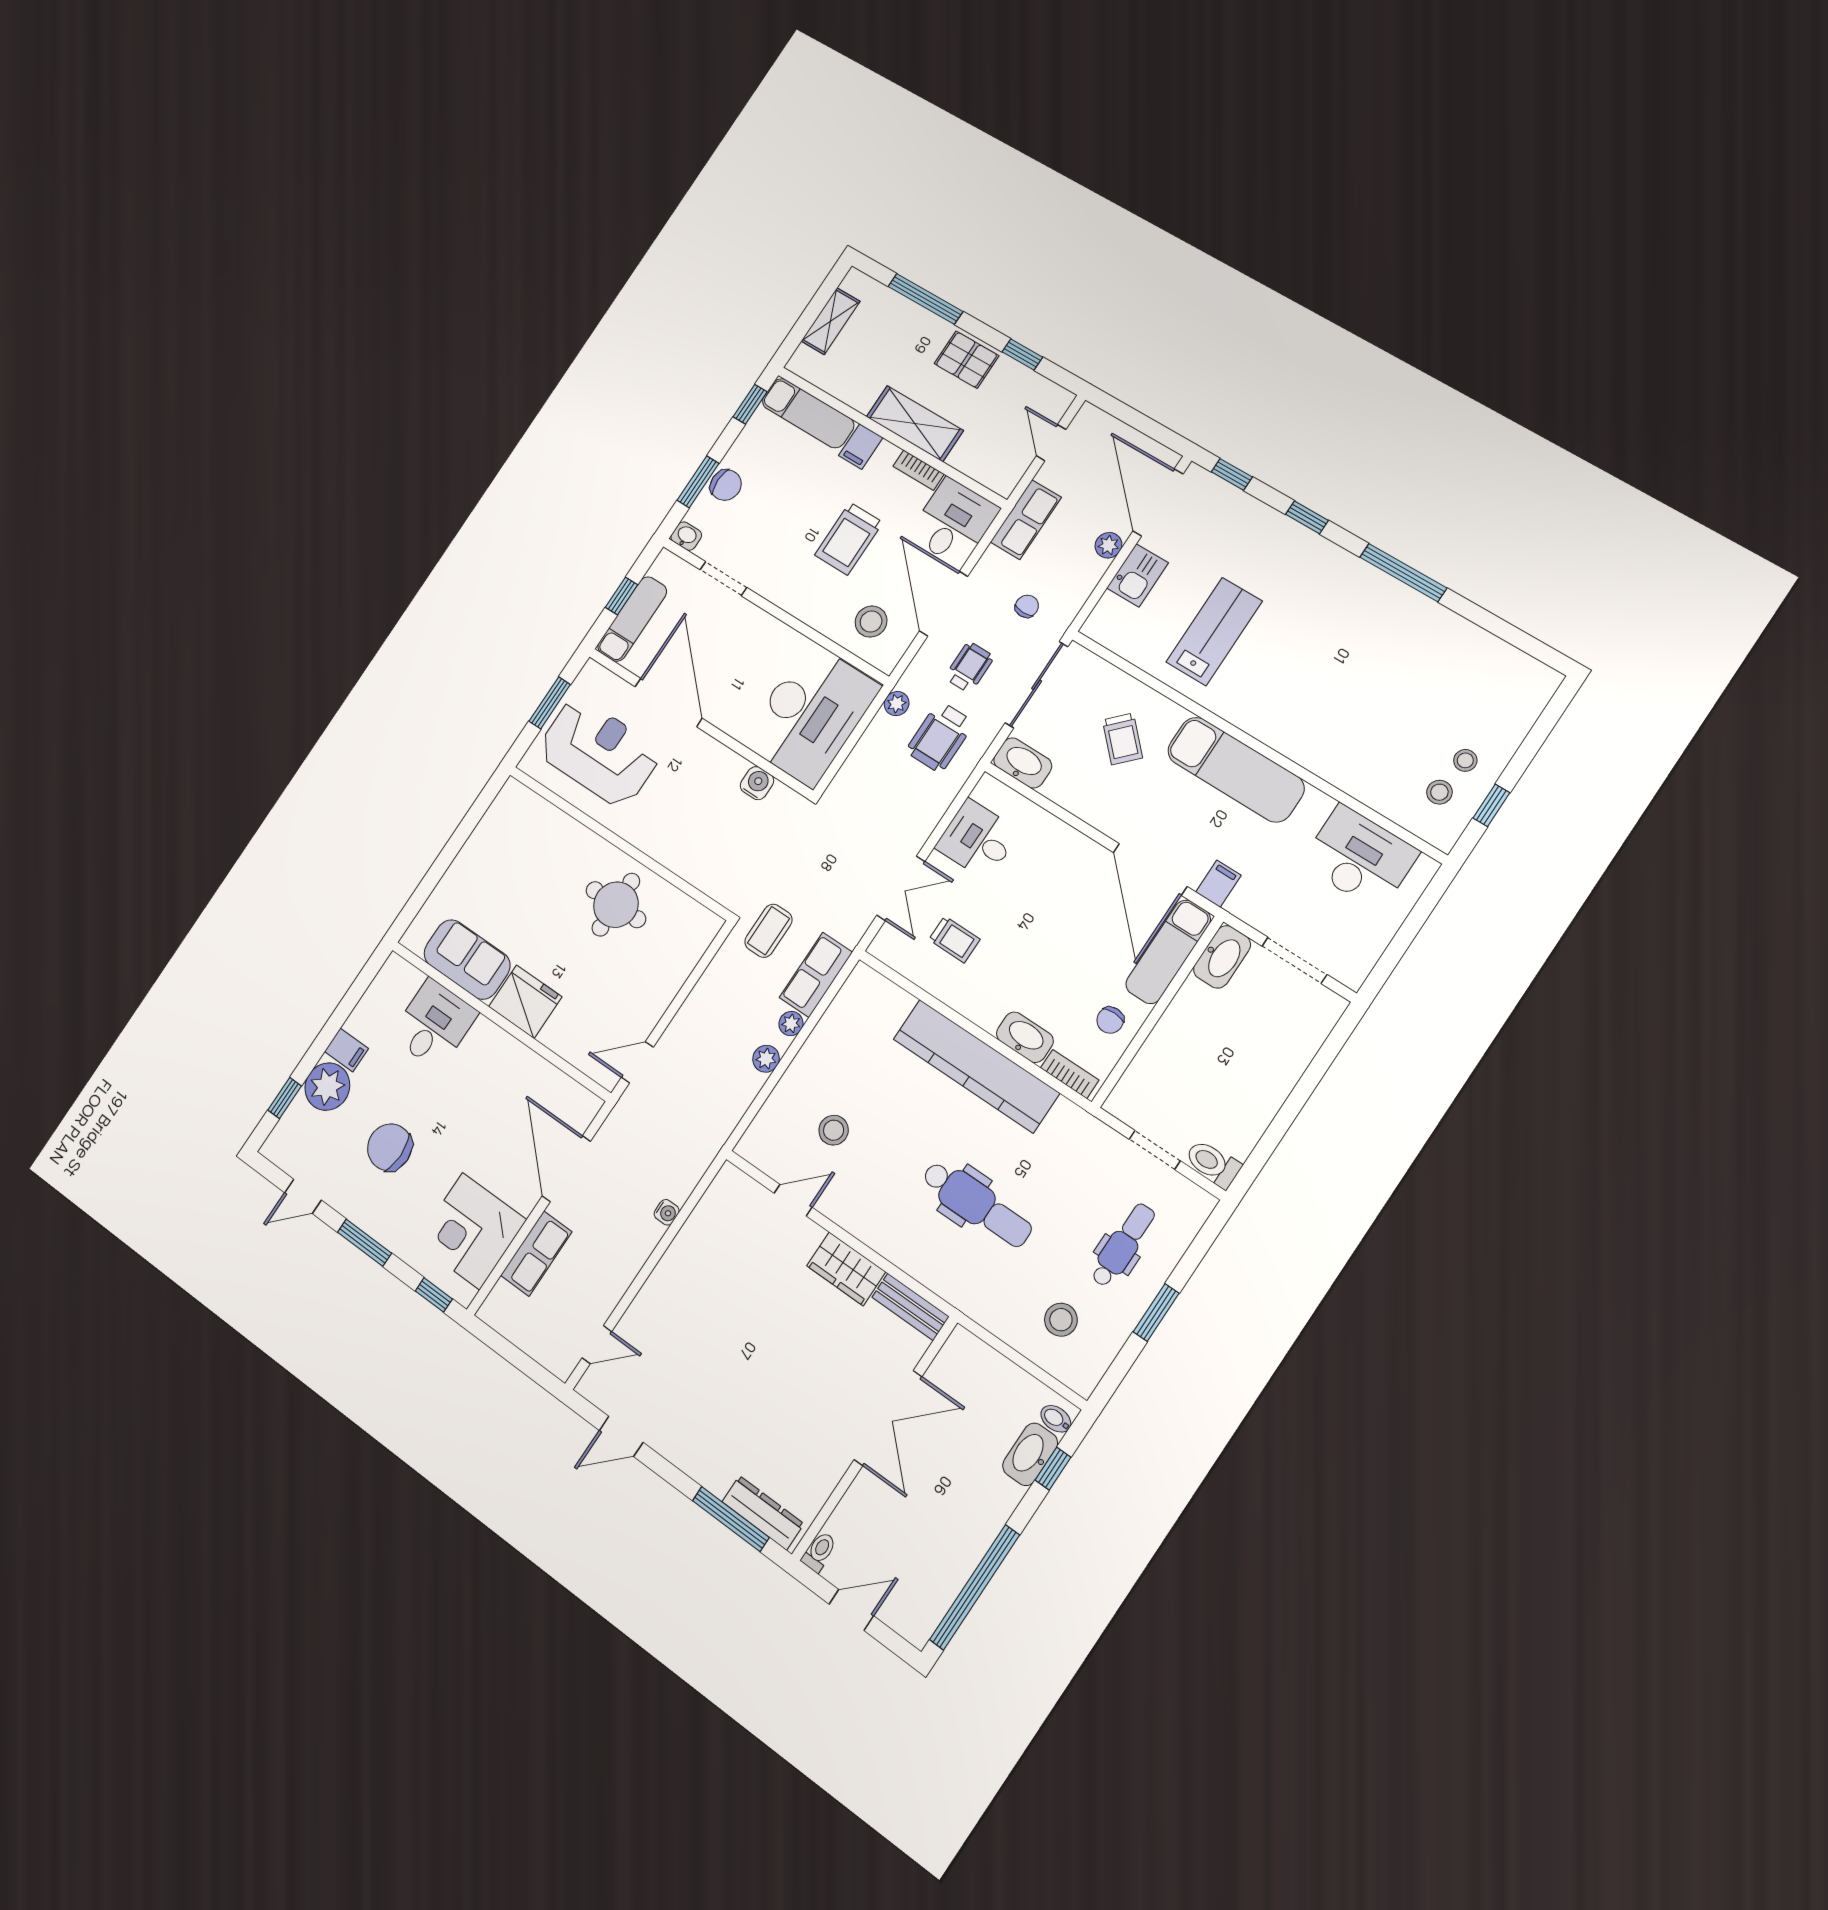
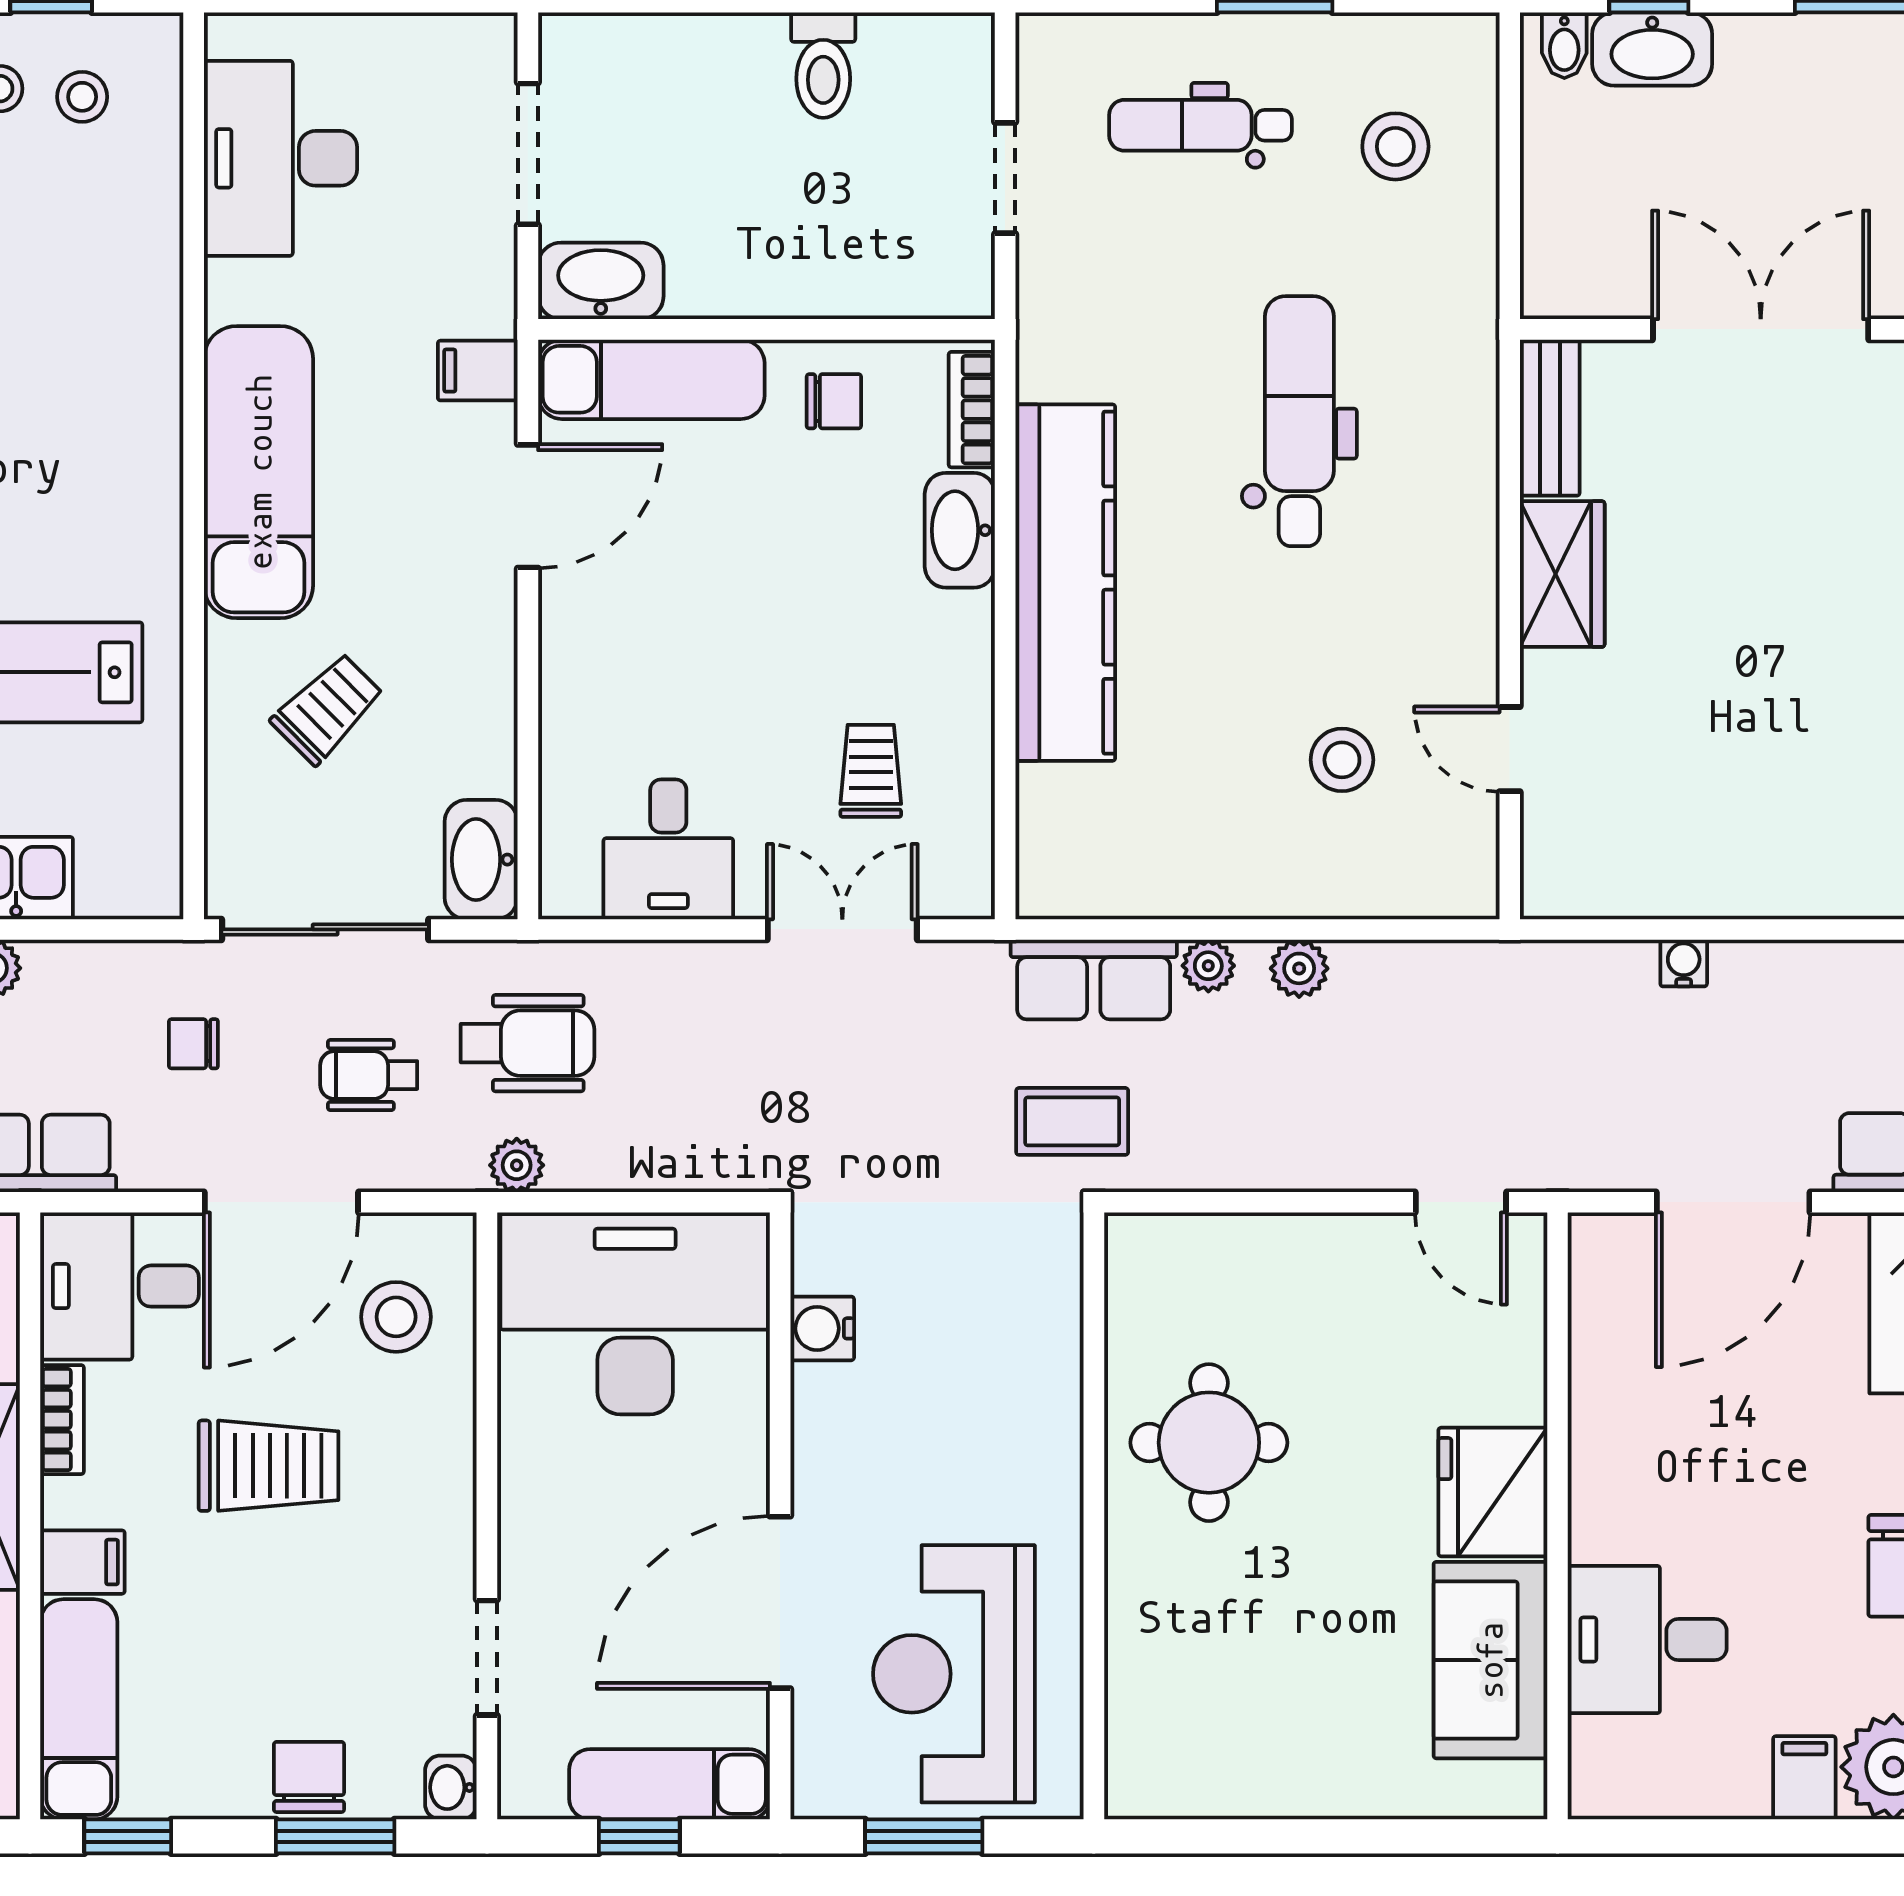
door: (1150, 869) -> (528, 506), width x0.73
toilet: (1213, 1163) -> (823, 65), moved

